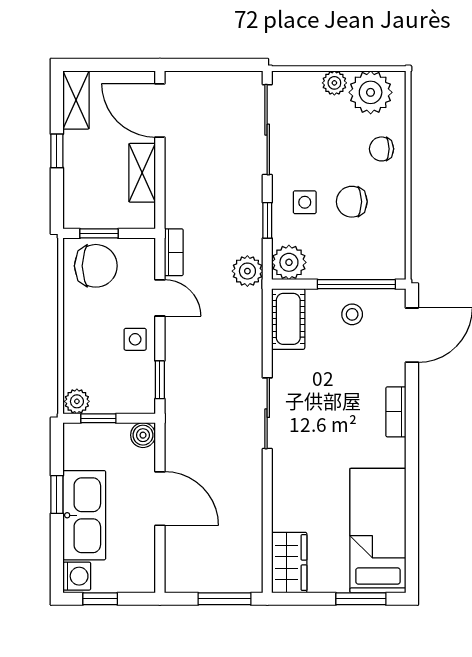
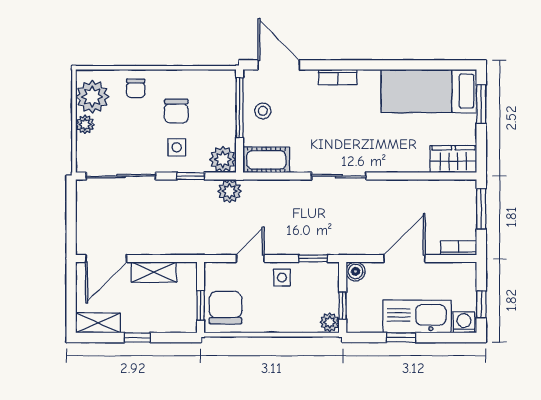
bookcase: (174, 252) -> (459, 248), moved

